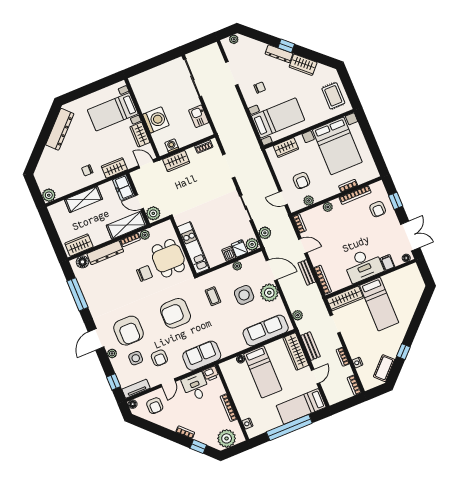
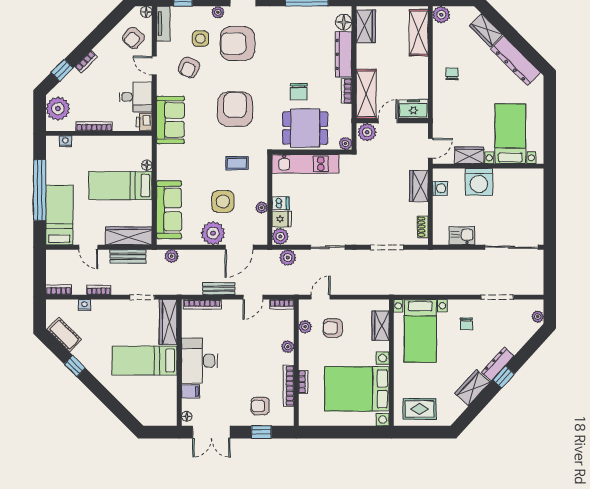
wardrobe: (114, 168) -> (486, 30), moved, turned 135
shelving: (84, 199) -> (419, 33), moved
plant: (145, 235) -> (345, 143), moved
armchair: (159, 358) -> (189, 67), turned -65
armchair: (155, 406) -> (133, 38), turned -48

